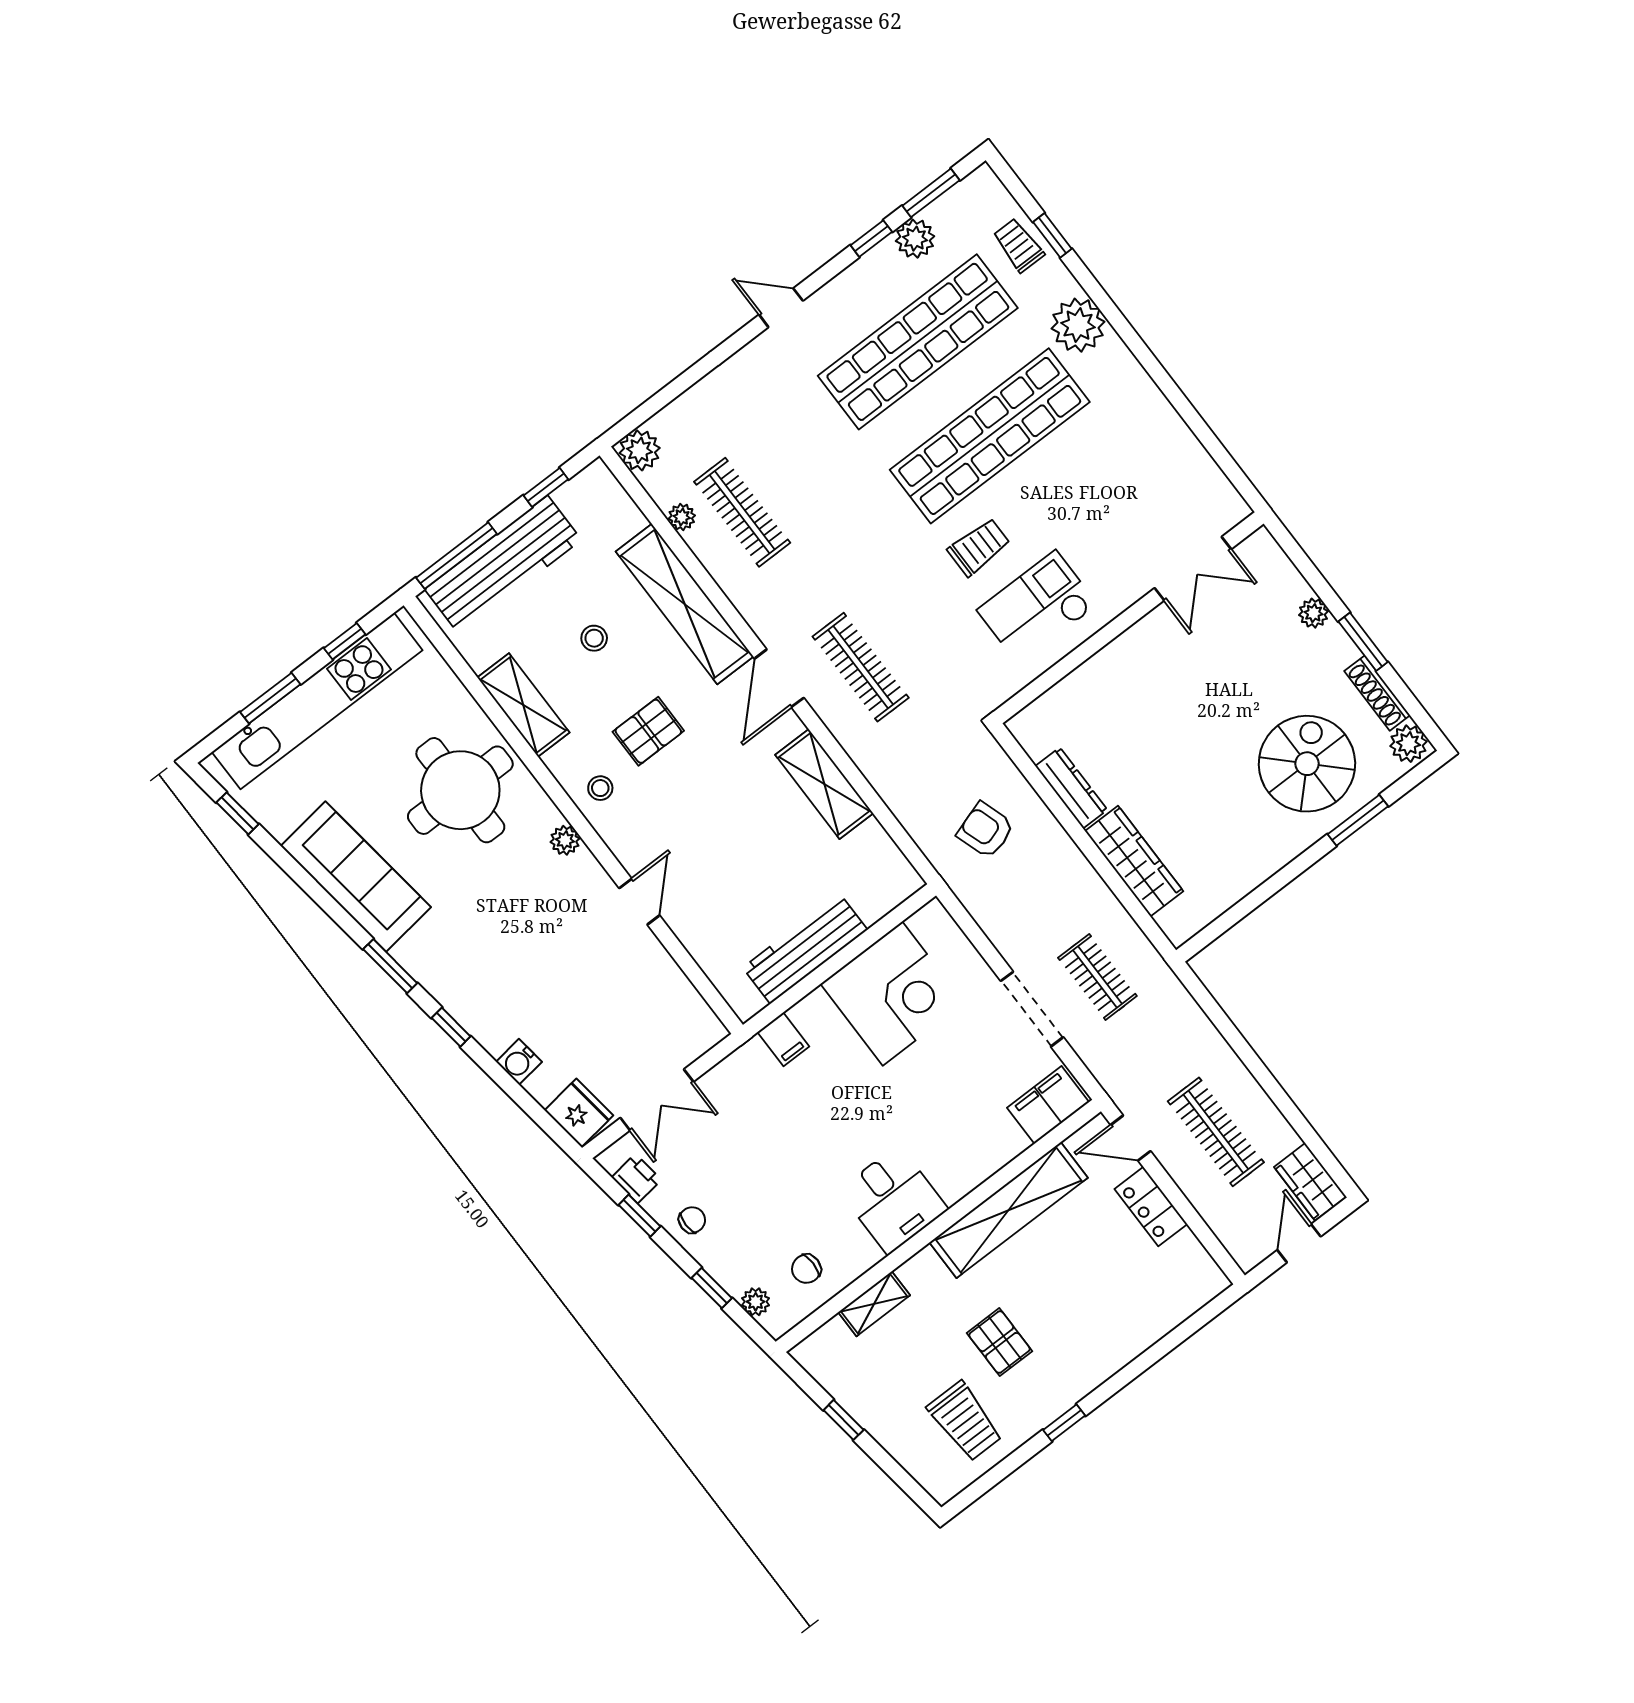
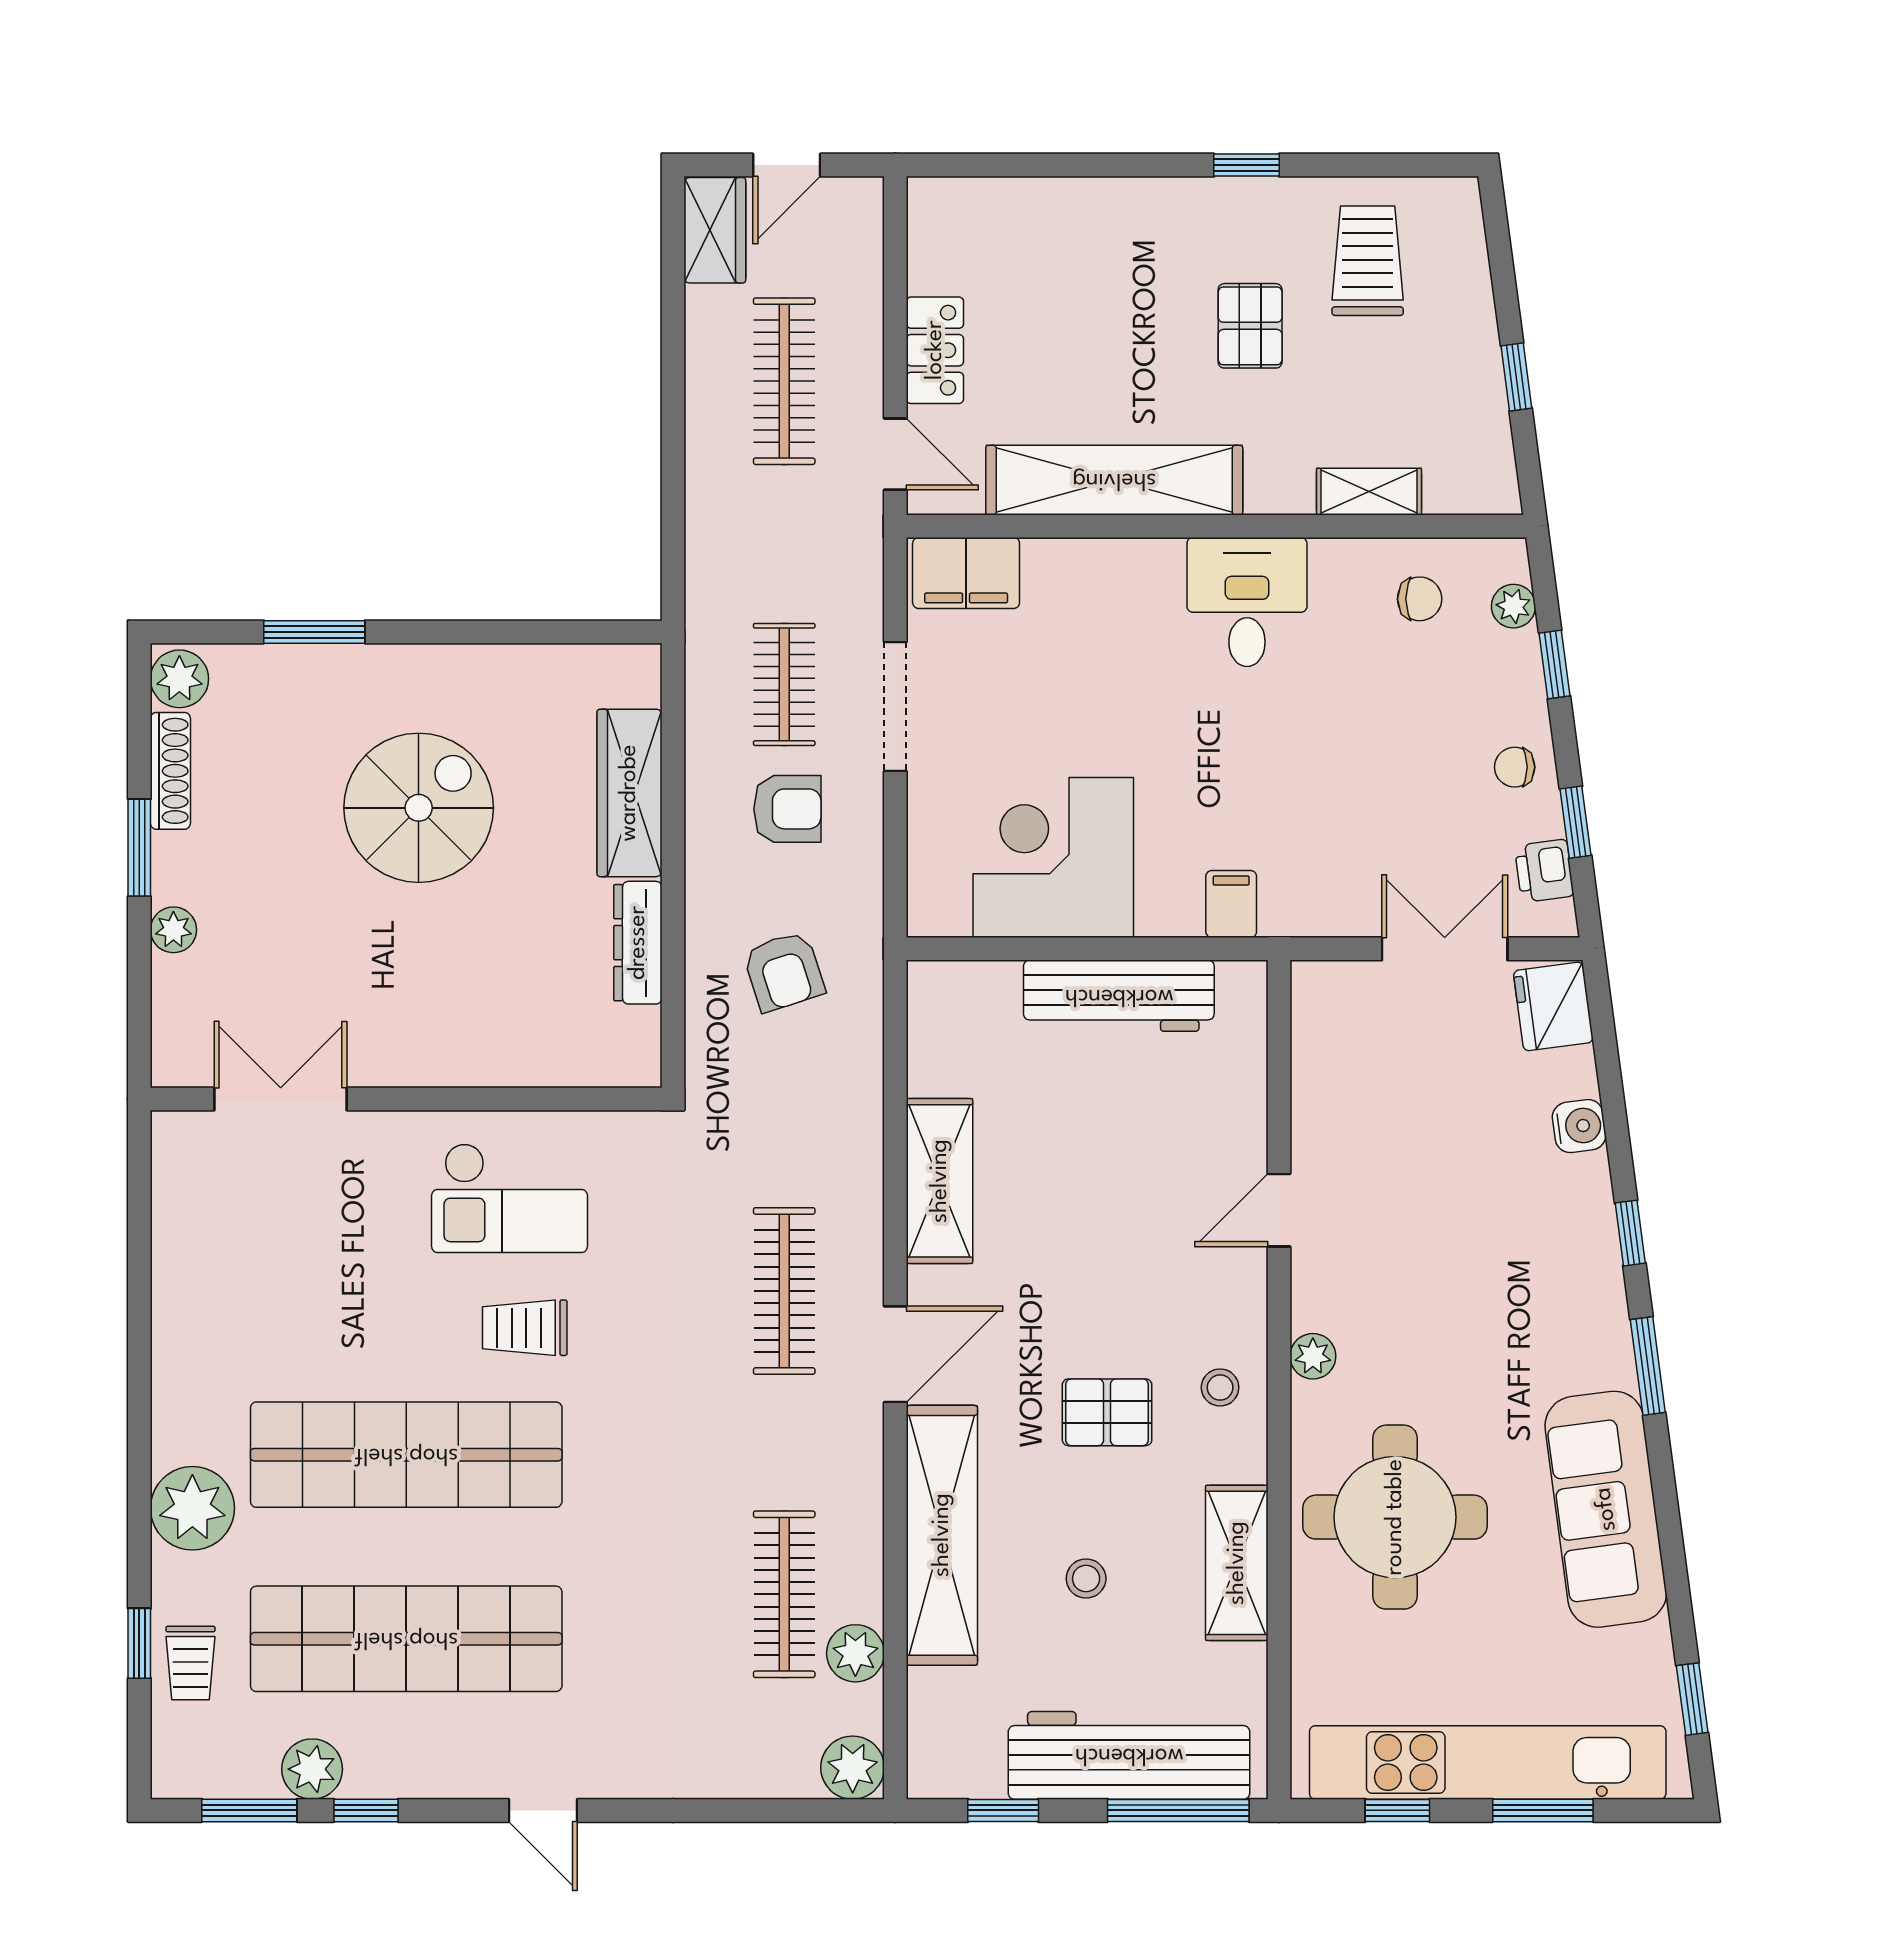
plant: (682, 517) -> (855, 1653), width x1.38, depth x1.38
spiral stairs: (1307, 764) -> (419, 808), moved, turned 180
armchair: (1047, 915) -> (787, 809), added

